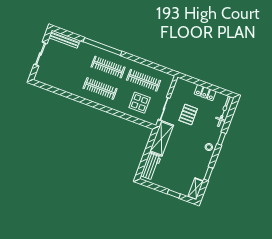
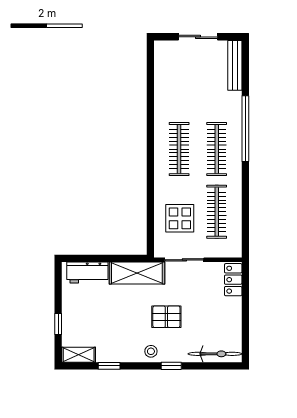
locker: (205, 93) -> (233, 280), moved
pallet: (188, 115) -> (166, 317), moved

